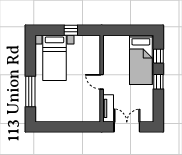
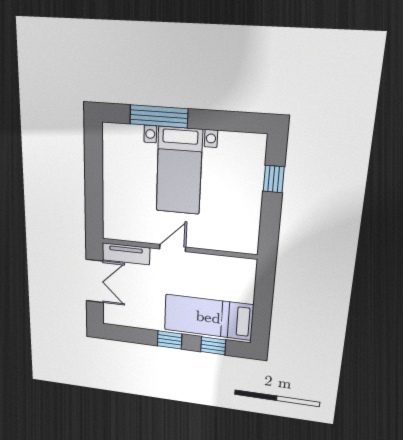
window: (71, 30) -> (274, 179), moved
bed with nightstands: (54, 58) -> (179, 171), moved, turned -90

